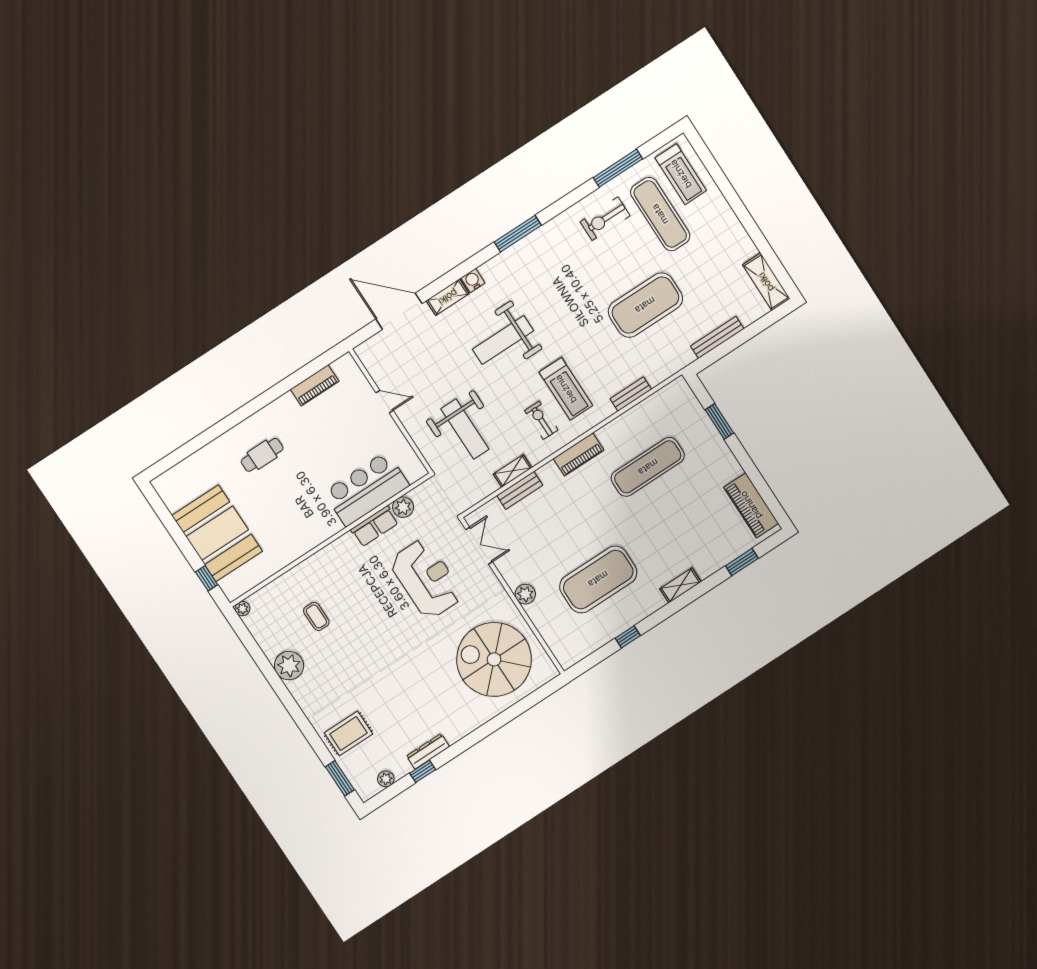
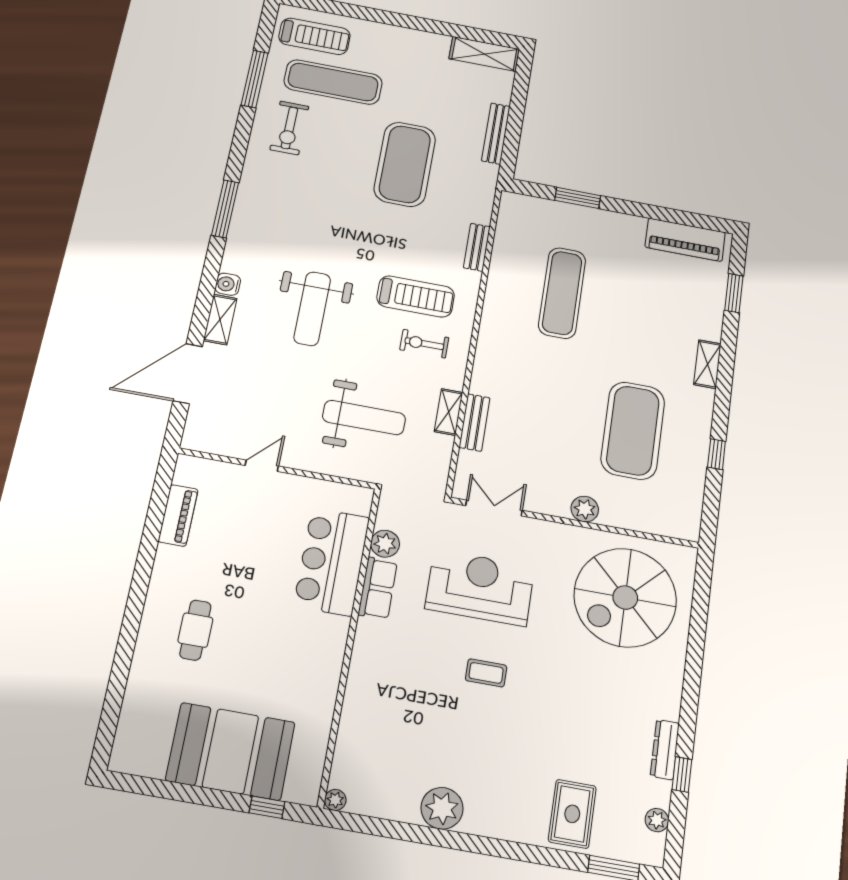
piano: (579, 454) -> (491, 341), removed
coffee table: (316, 616) -> (486, 673), moved

